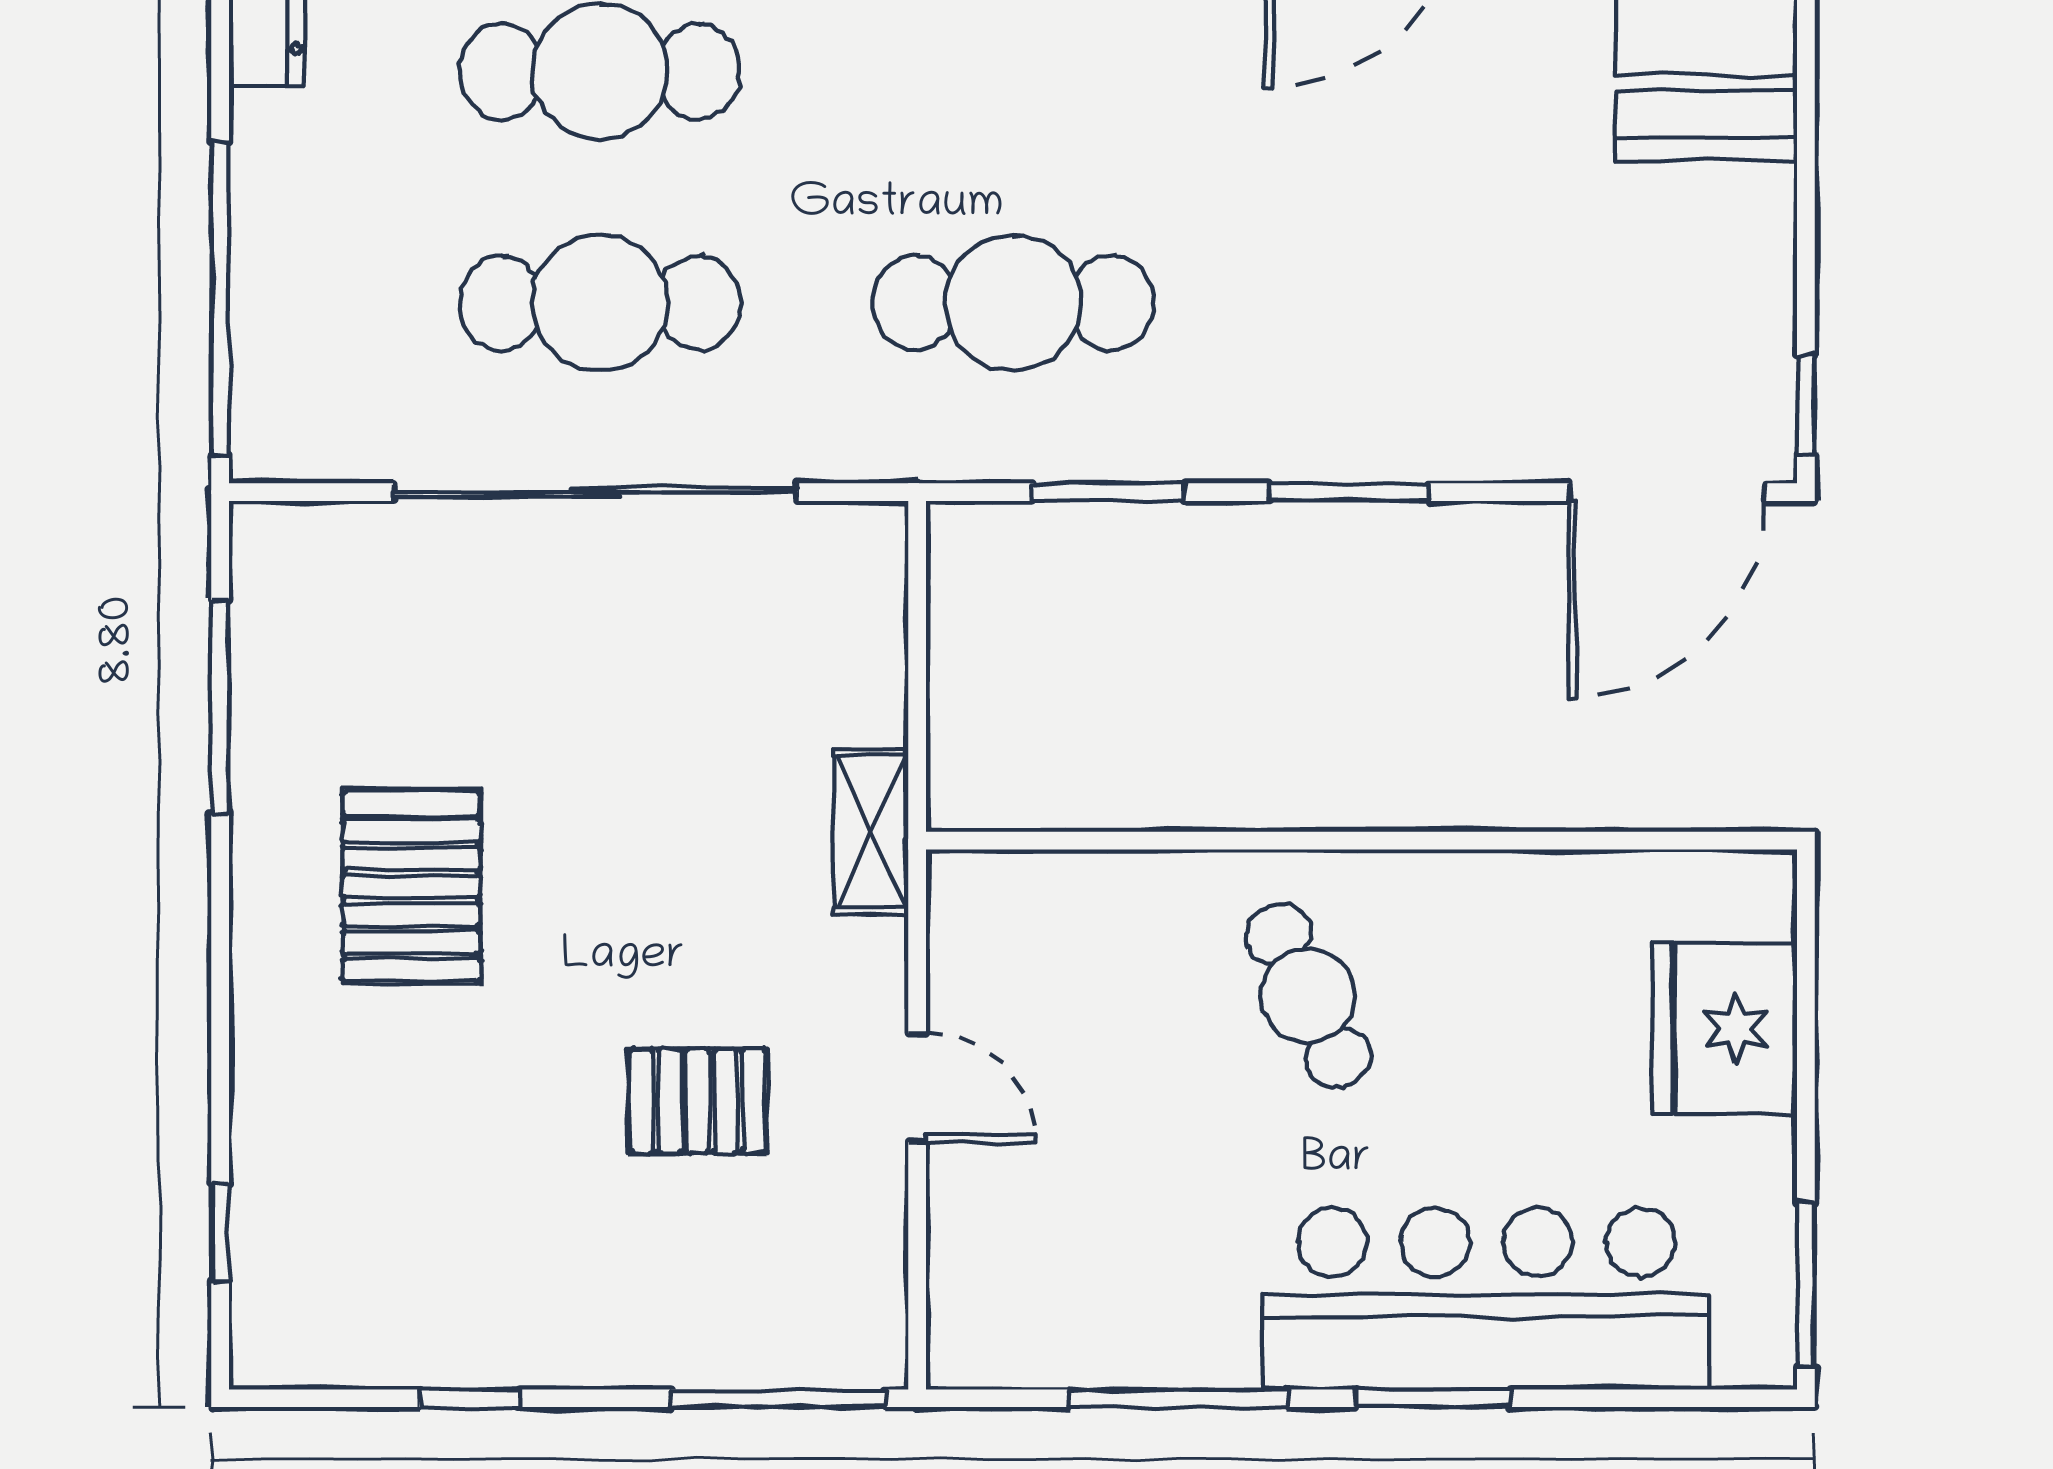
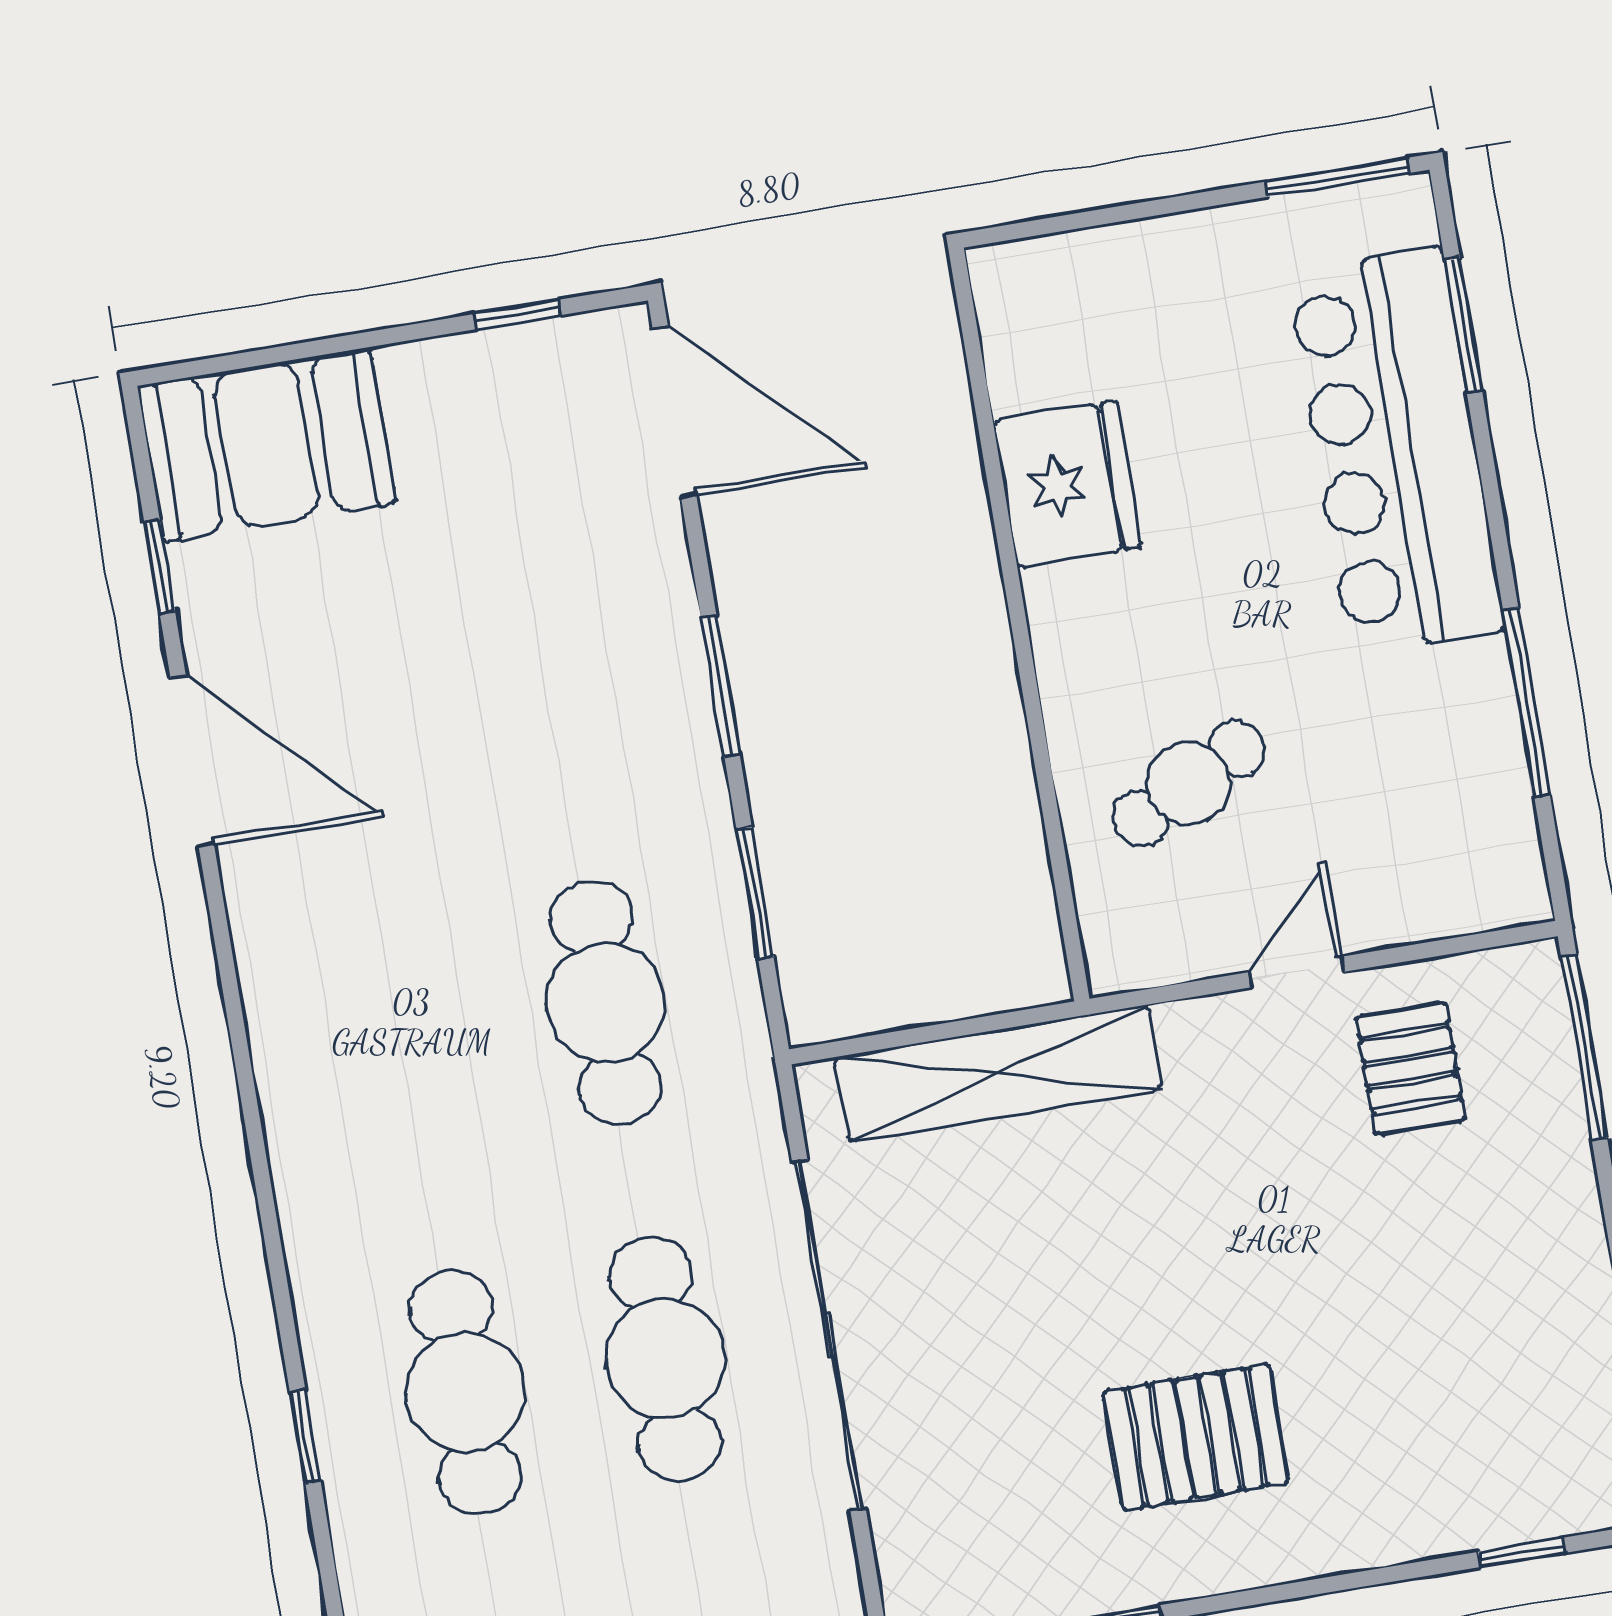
window: (1806, 405) -> (517, 315), moved
shelving: (871, 832) -> (998, 1074), width x2.20, depth x1.33
cafe table: (1308, 996) -> (1188, 783), moved
fridge: (1725, 1028) -> (1067, 484), moved, turned -90
pallet: (697, 1101) -> (1410, 1069), moved
window: (1432, 1398) -> (1463, 325), moved

